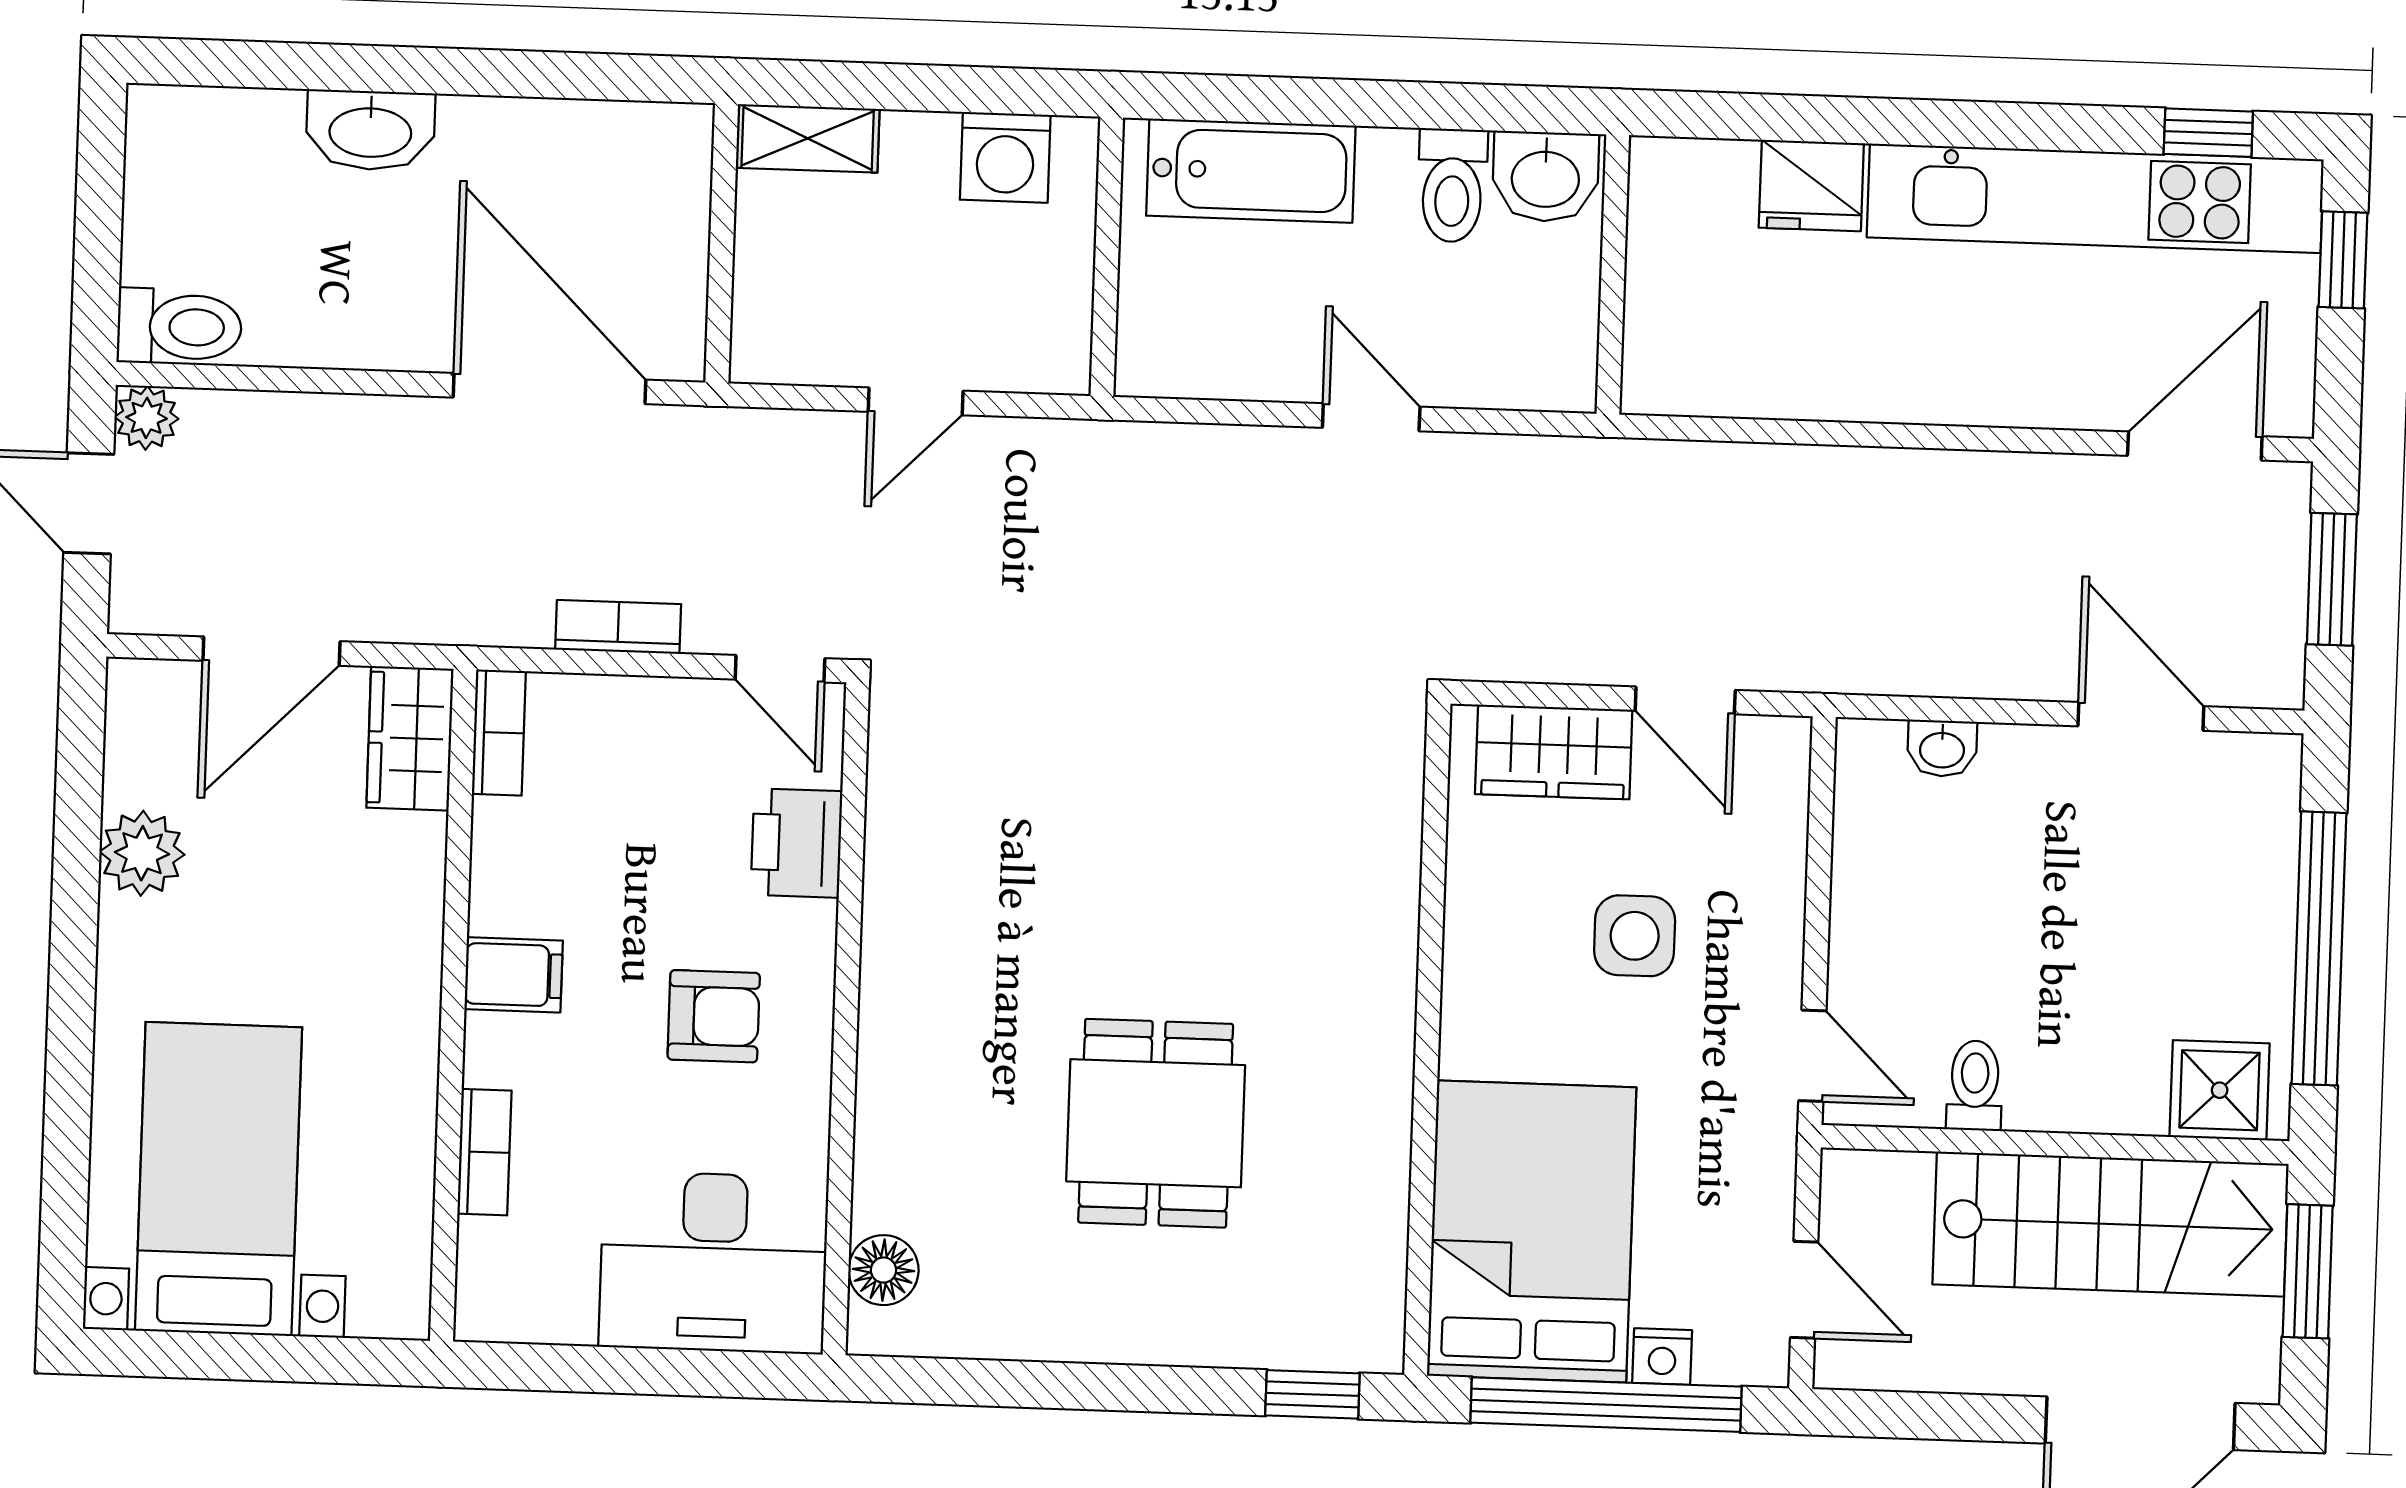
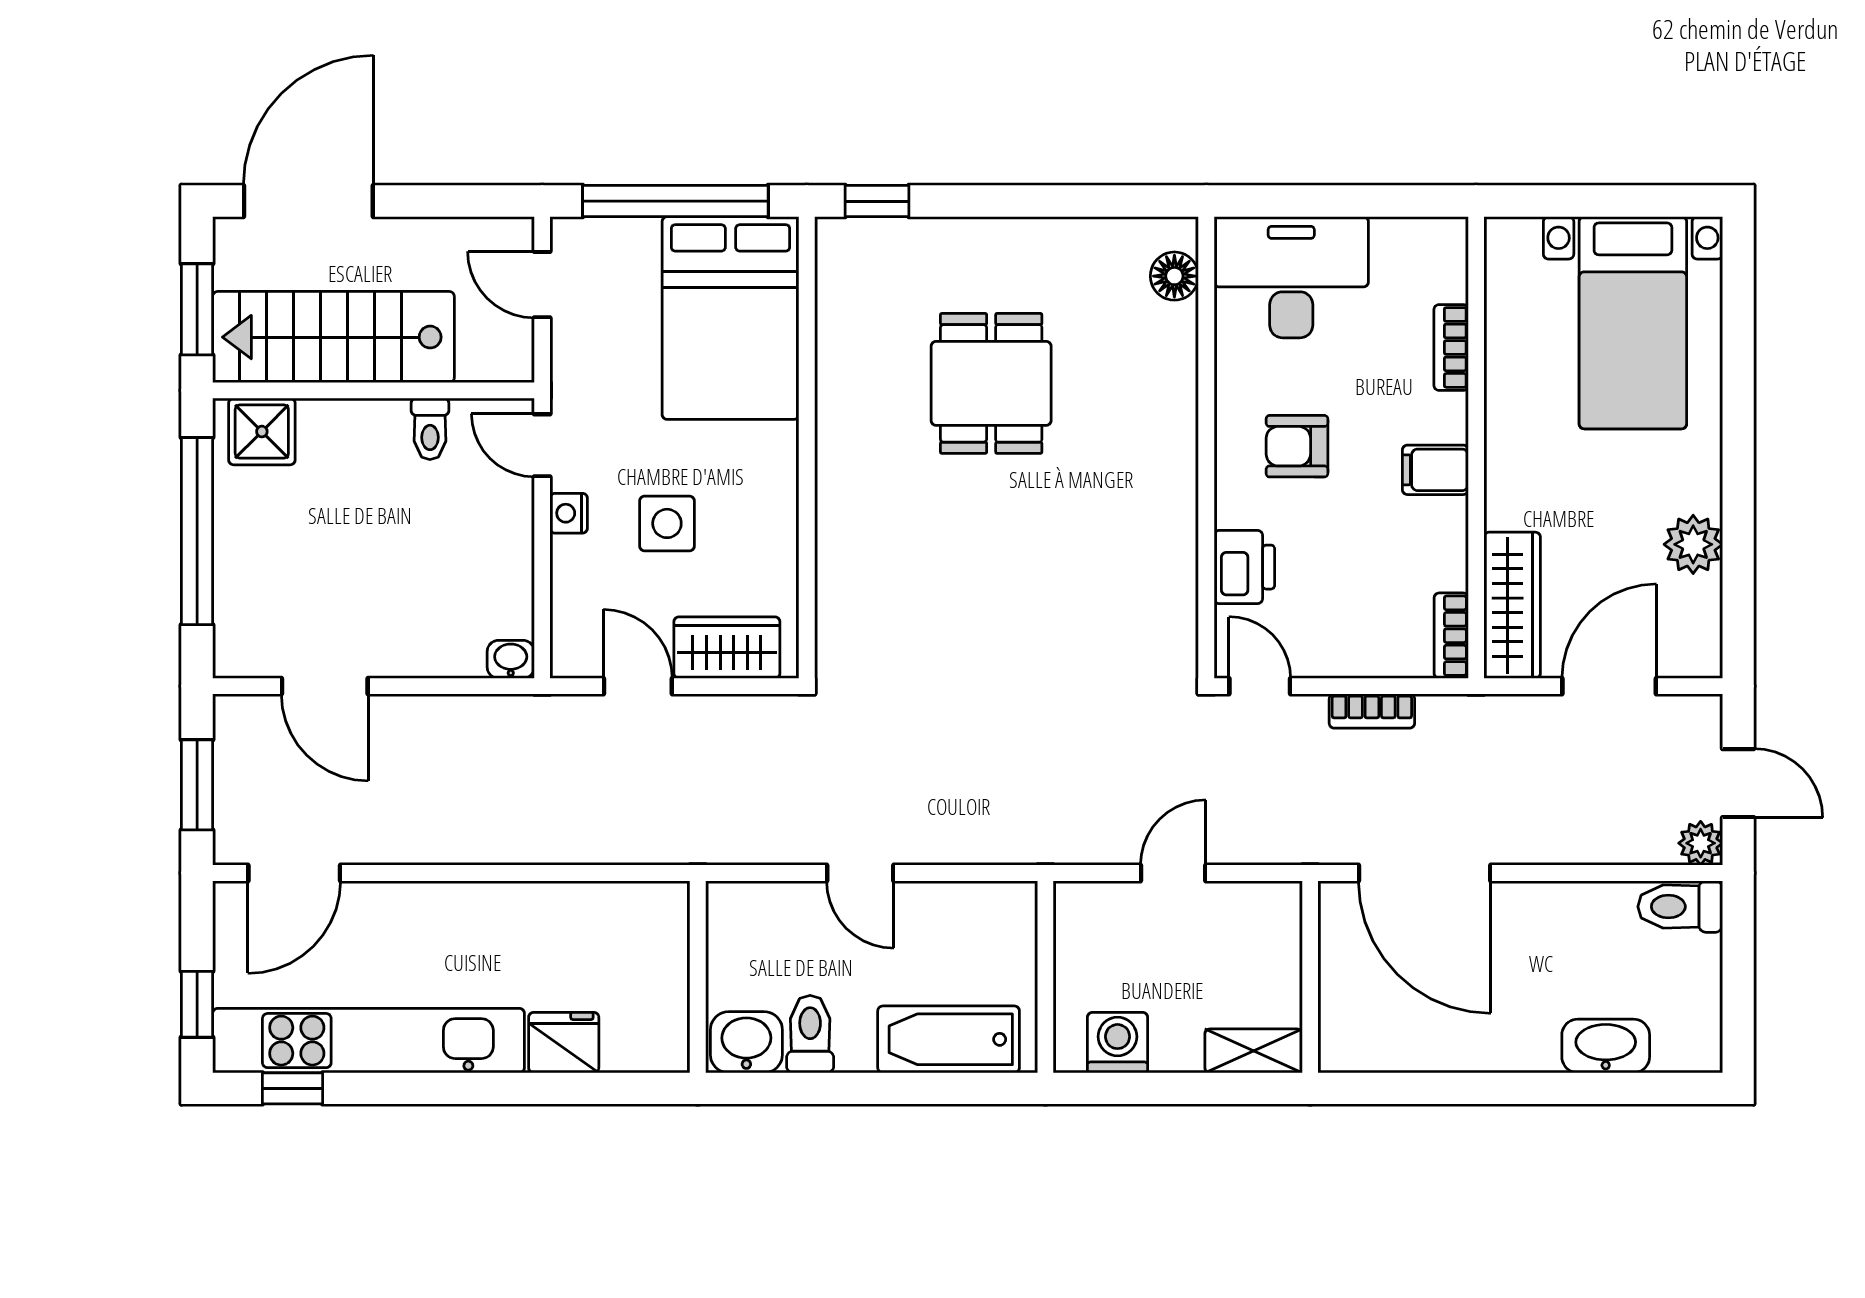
washbasin: (370, 130) -> (1606, 1046), moved
wardrobe: (410, 738) -> (1512, 605), width x1.50
washbasin: (1942, 749) -> (511, 659), moved
nightstand: (1662, 1357) -> (569, 513), moved, turned -90

